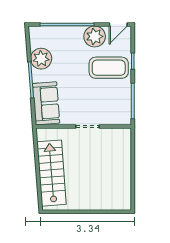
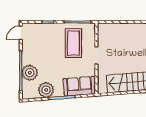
door: (118, 24) -> (21, 33), swing flipped
plant: (95, 36) -> (30, 73), moved
coffee table: (109, 68) -> (73, 43), moved

